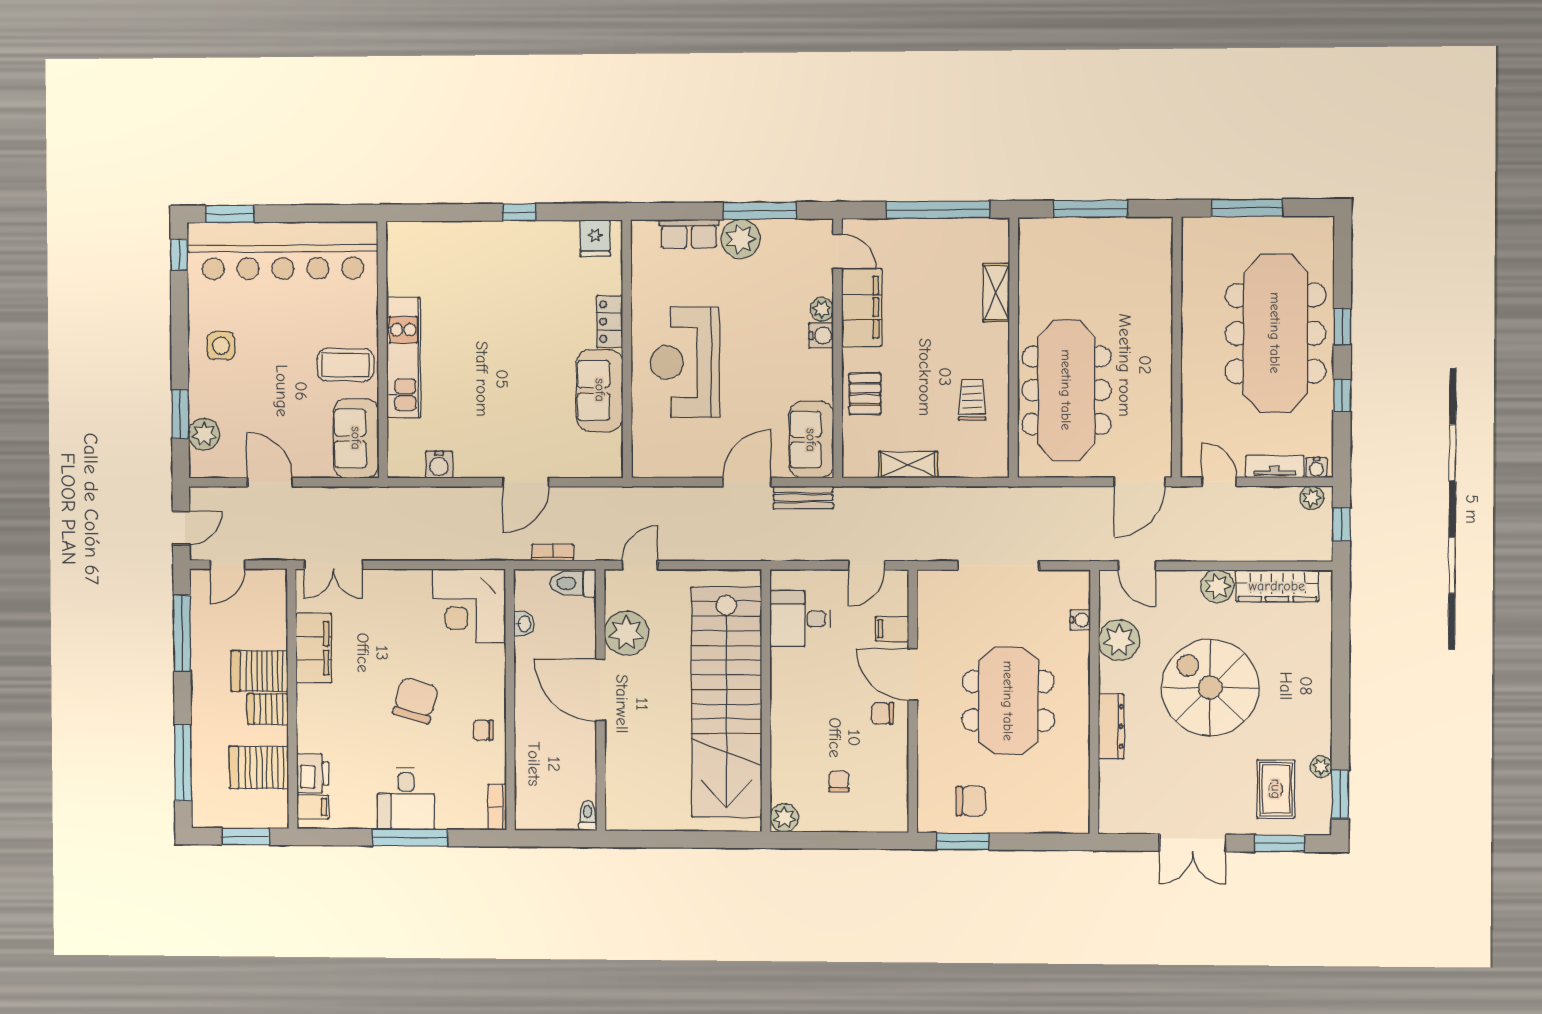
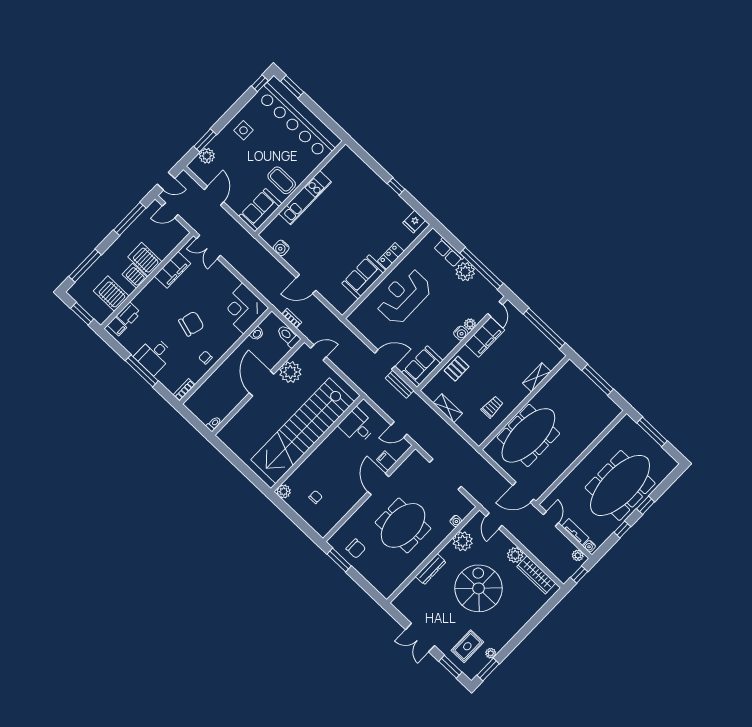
window: (760, 211) -> (481, 268), width x1.46
chair: (883, 713) -> (354, 488), removed

